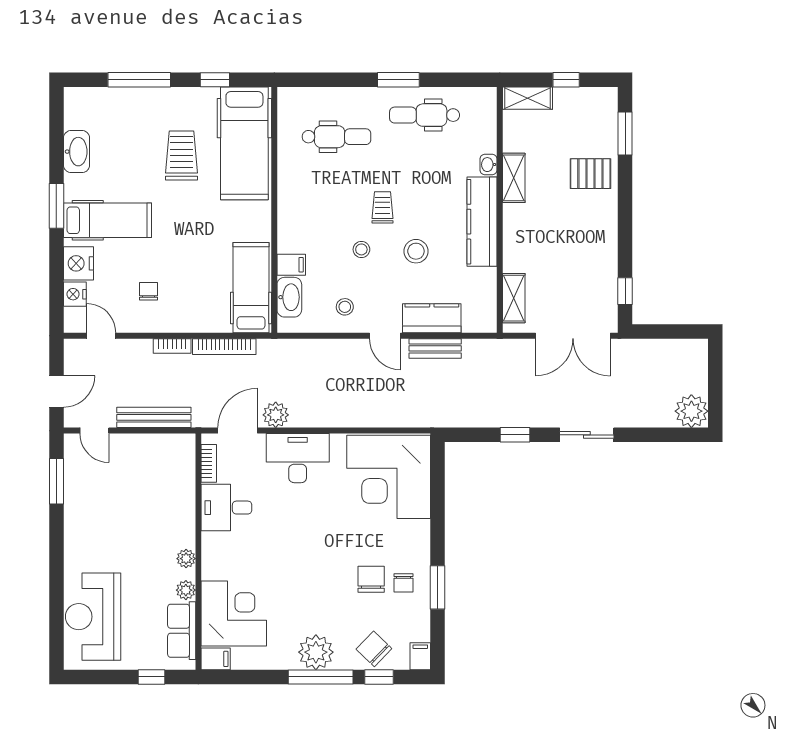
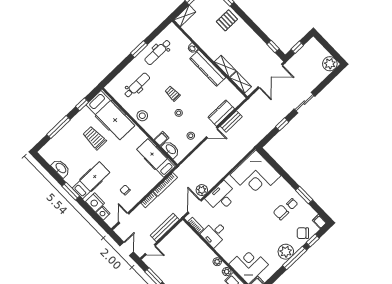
shelving: (514, 178) -> (225, 66), moved
stool: (416, 251) -> (142, 116), moved
window: (664, 331) -> (297, 47), added
door: (101, 336) -> (124, 218), hinge flipped

